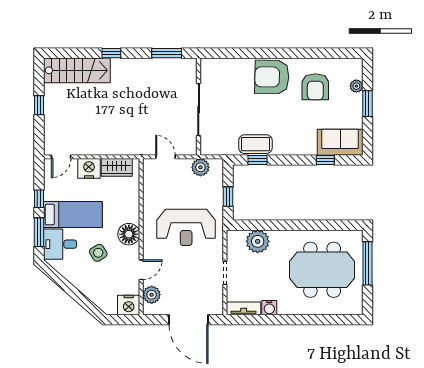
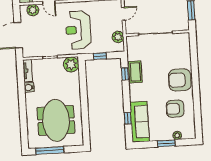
armchair: (272, 77) -> (180, 80), turned -91
sofa: (340, 142) -> (140, 122), width x1.36
plant: (258, 241) -> (71, 64), moved
window: (367, 263) -> (50, 150), moved

